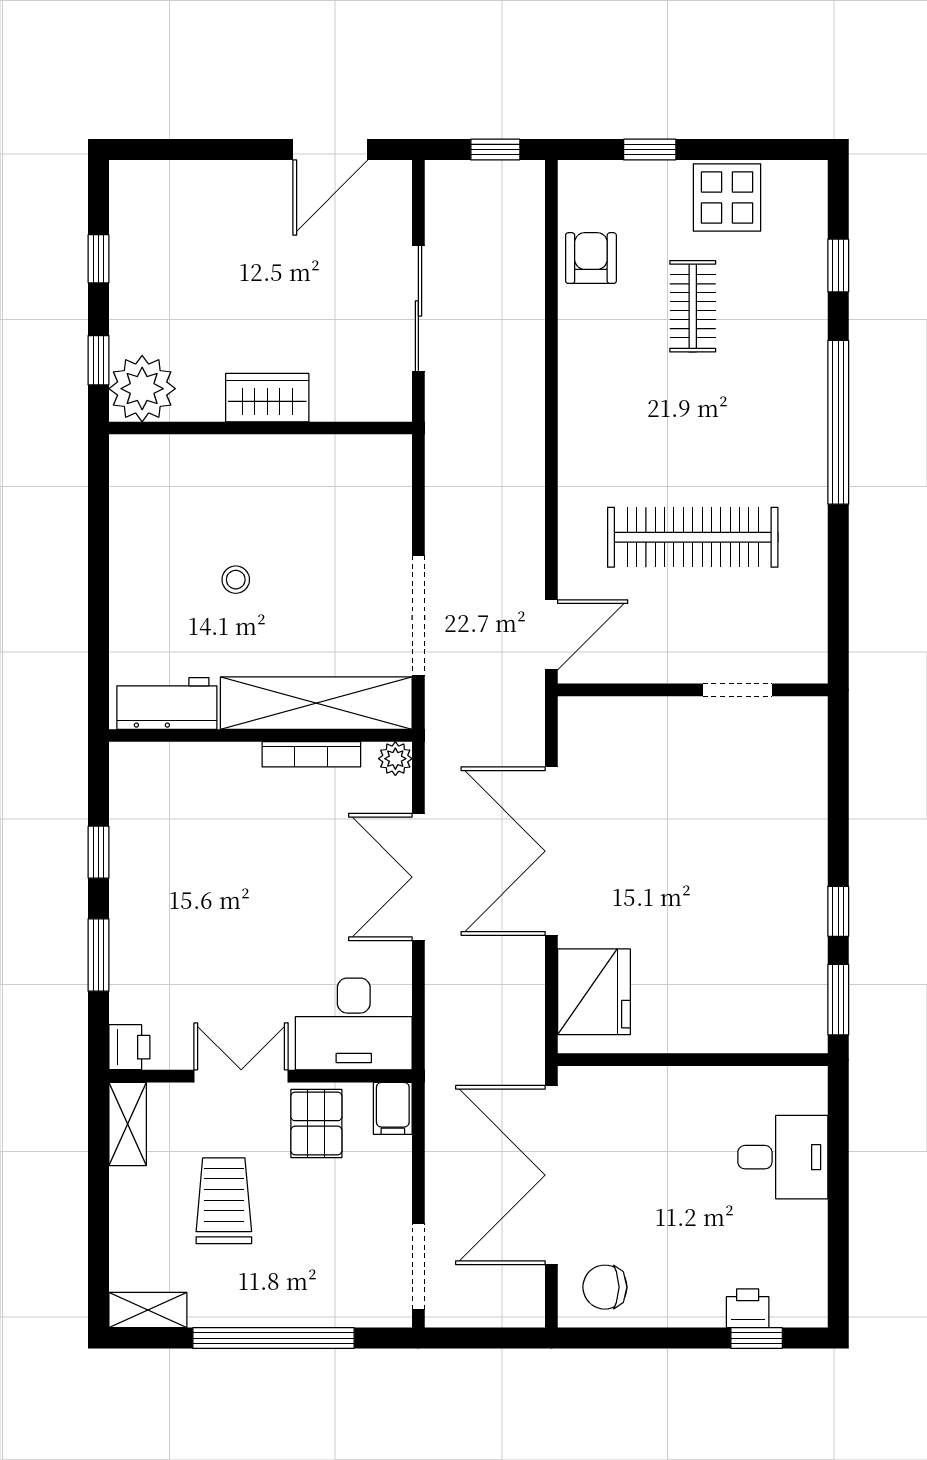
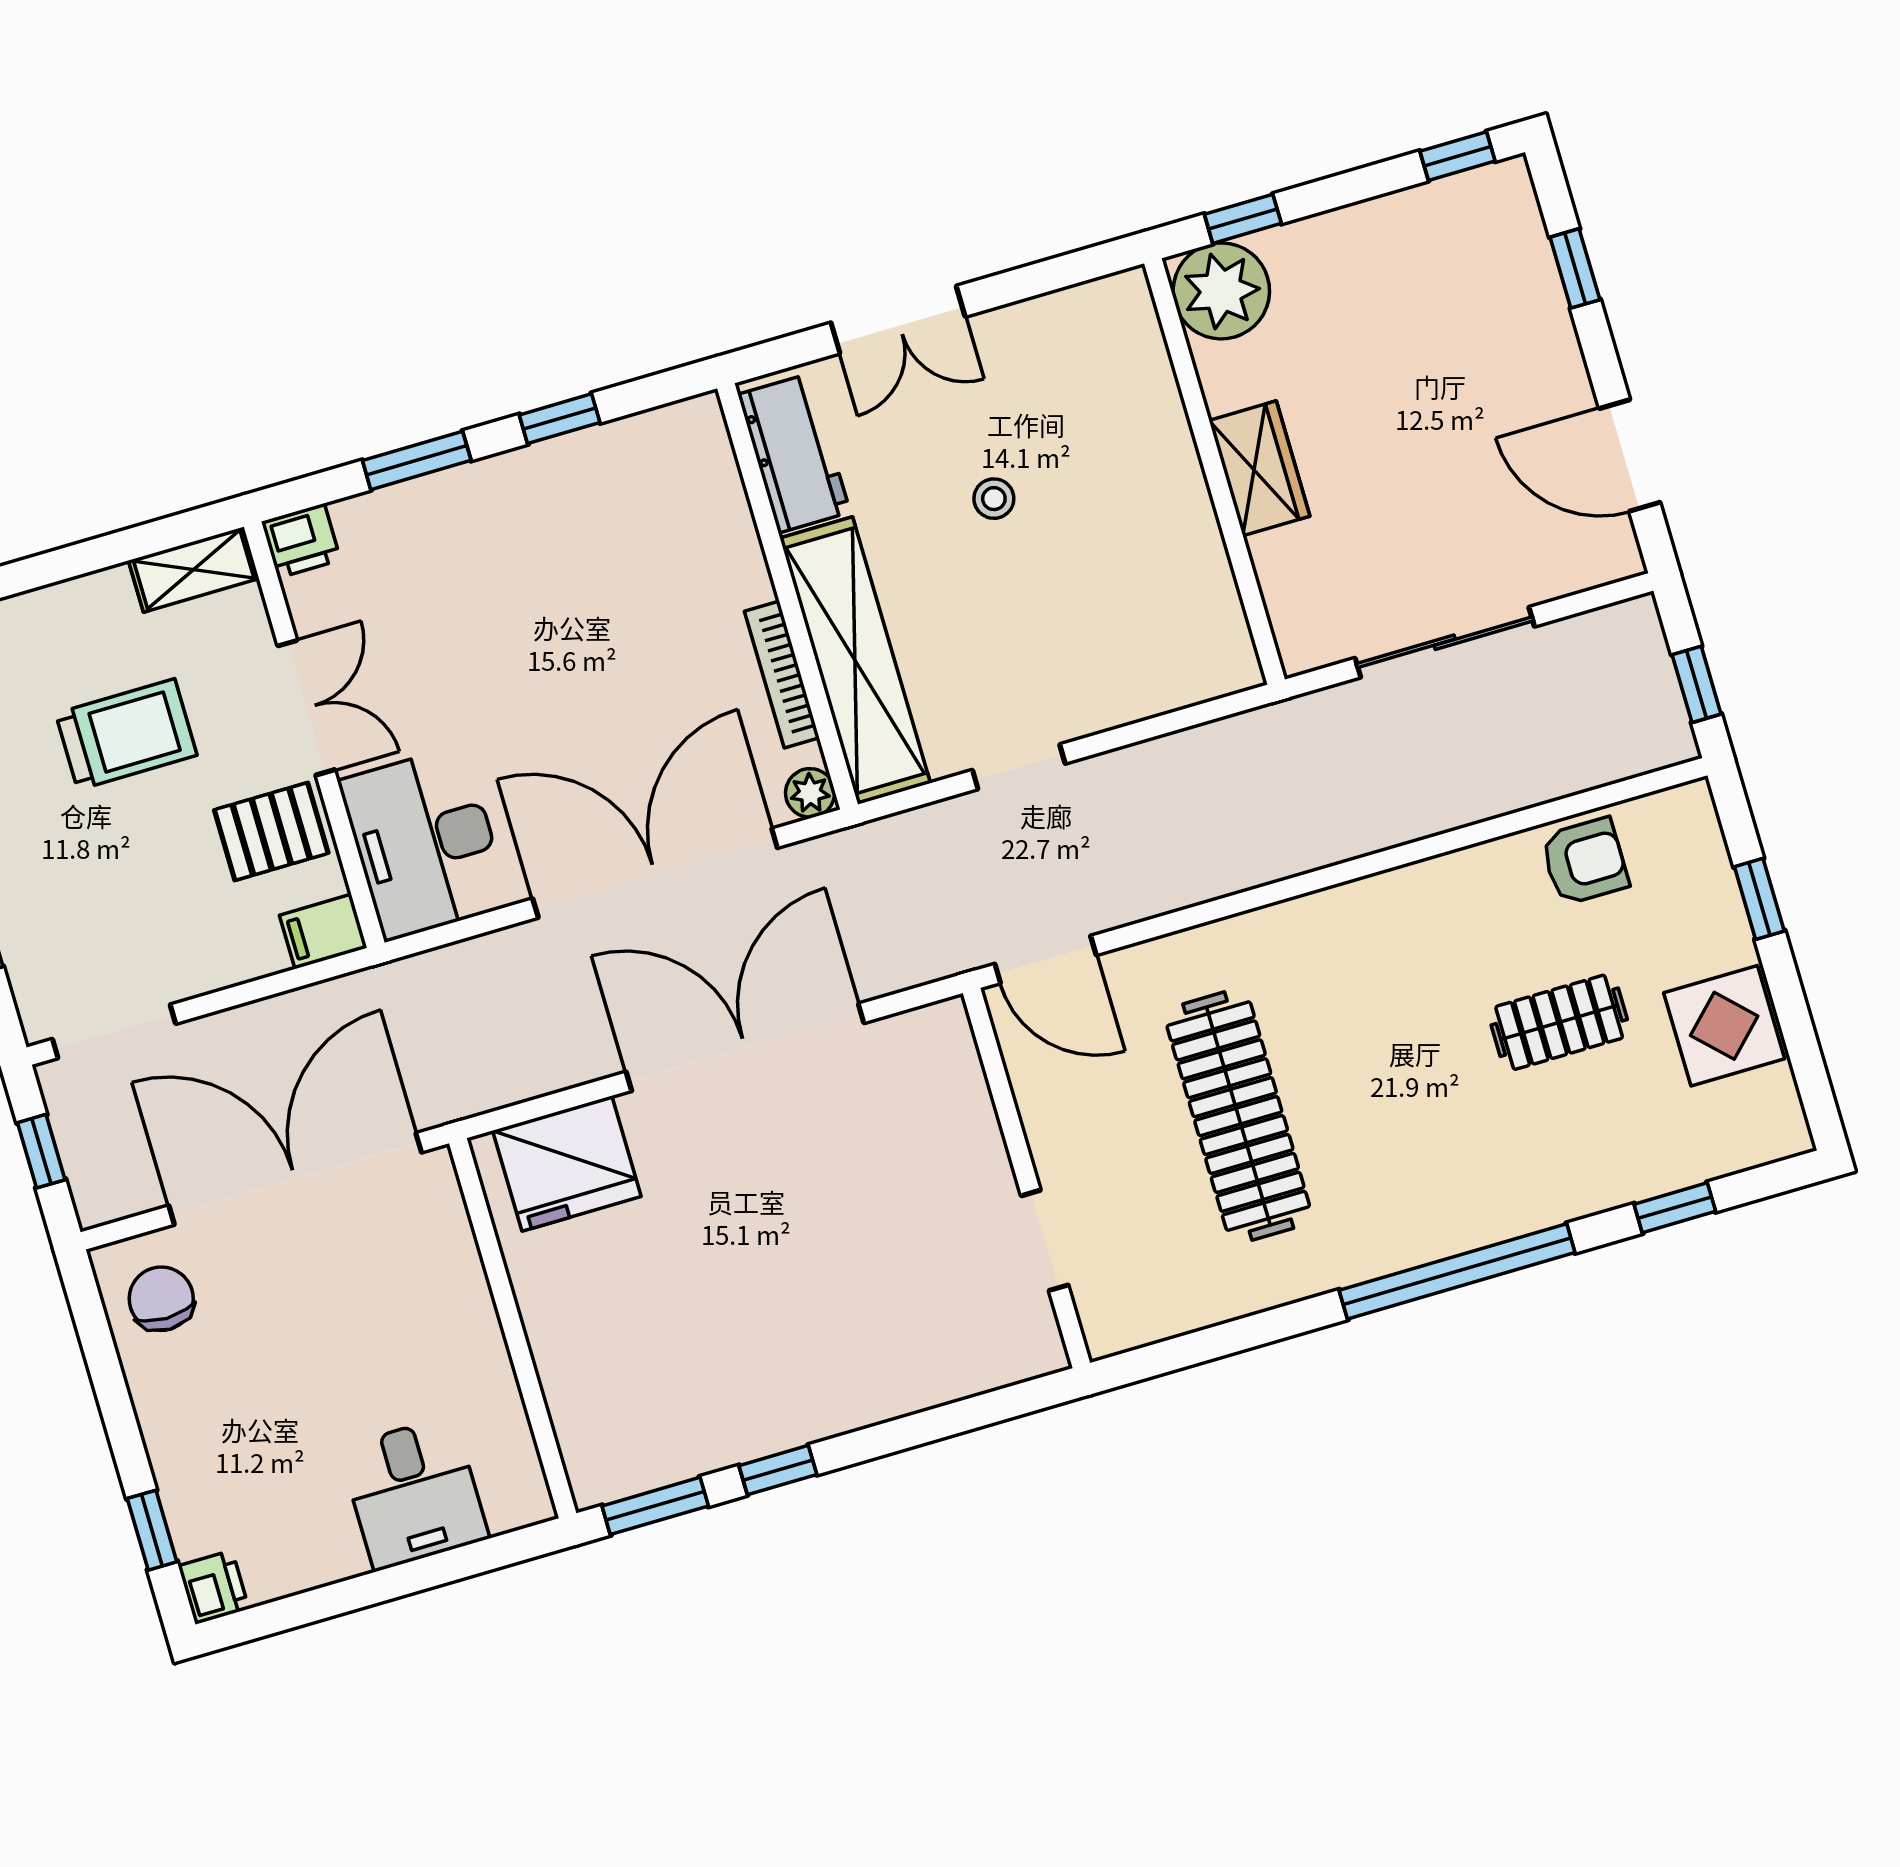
window: (196, 150) -> (1575, 268), added
window: (98, 259) -> (1457, 156), moved
double door: (98, 608) -> (898, 320), added
doorway: (418, 615) -> (1019, 767), width x0.53
double door: (418, 877) -> (655, 873), width x1.36
printer: (748, 1308) -> (214, 1587), moved
window: (484, 1338) -> (41, 1151), added

